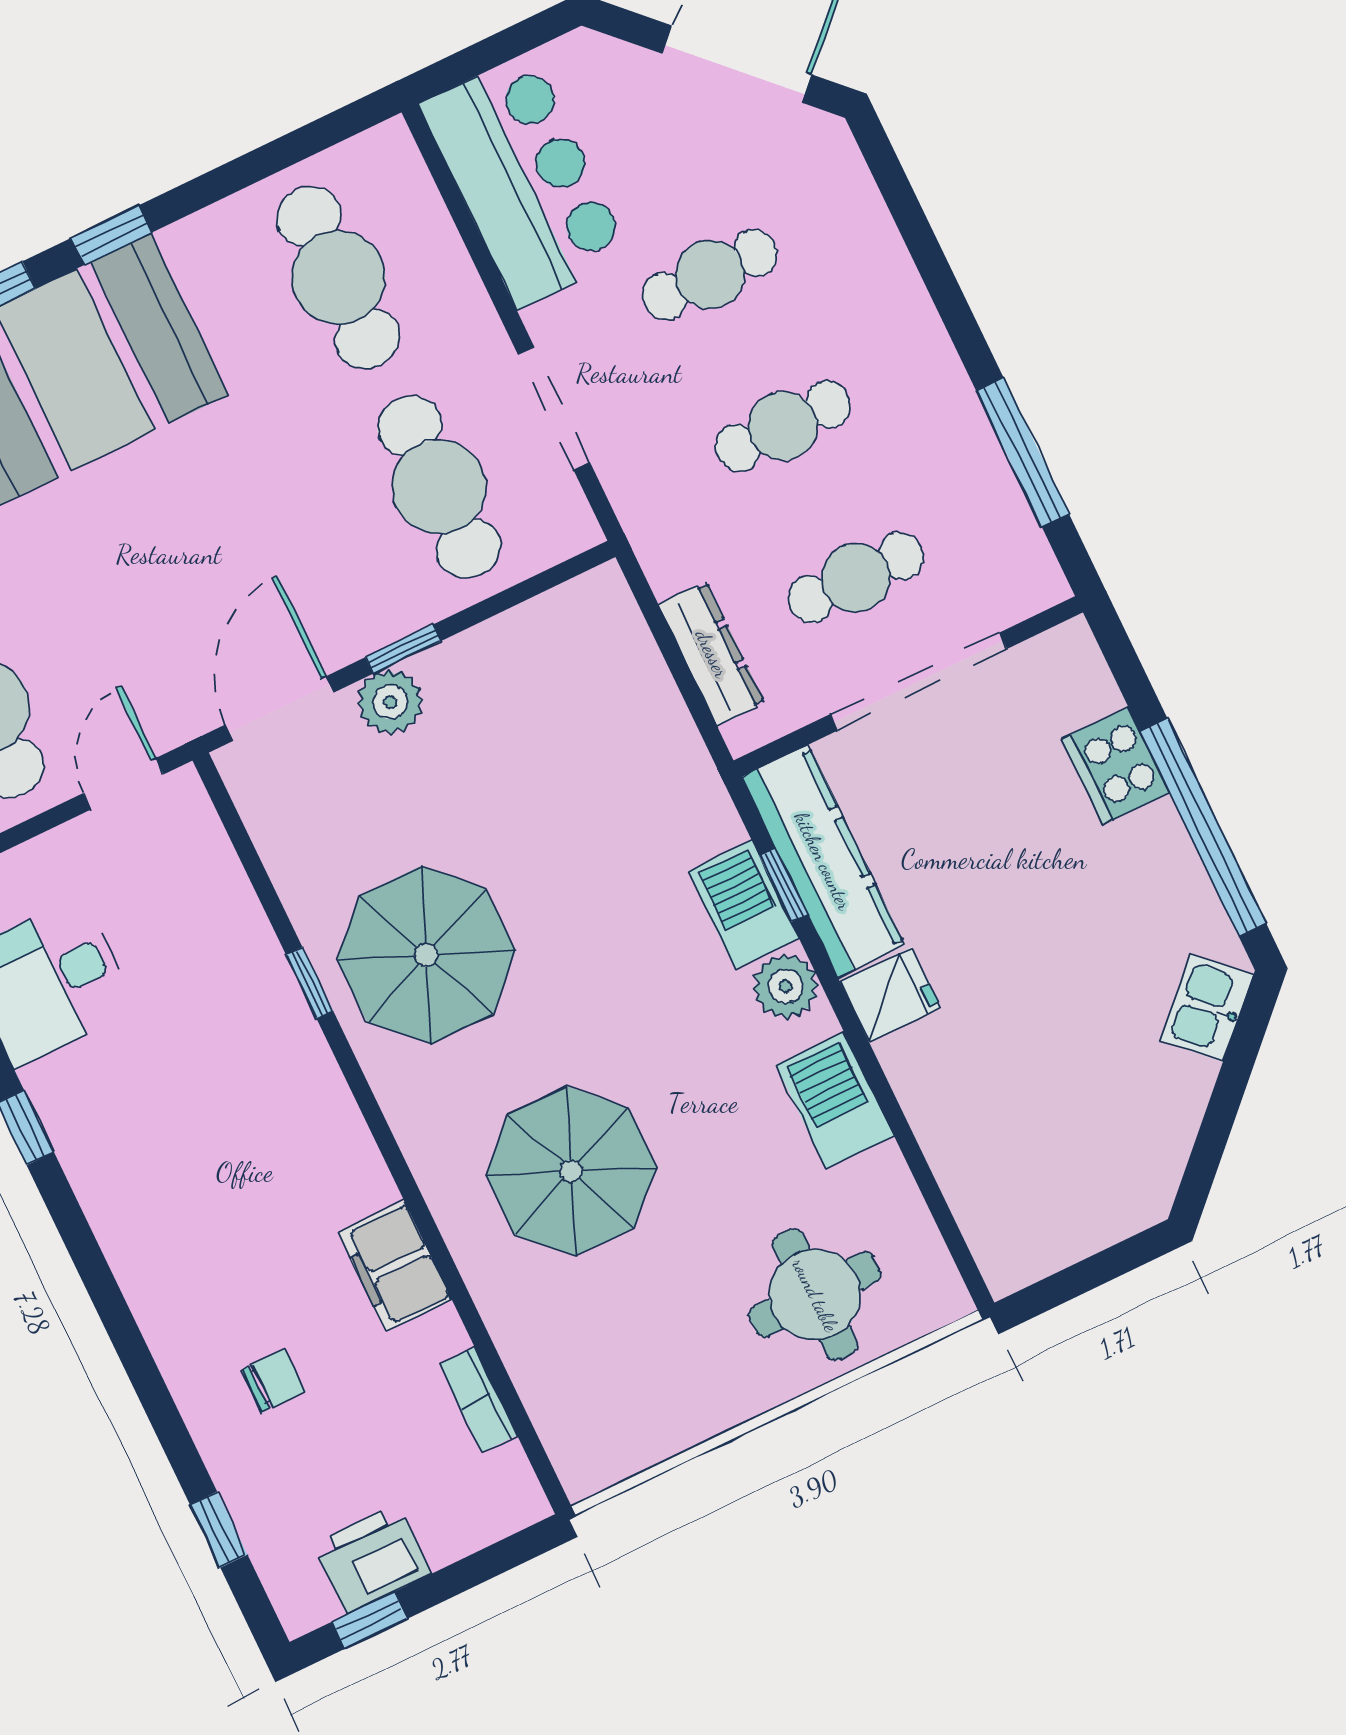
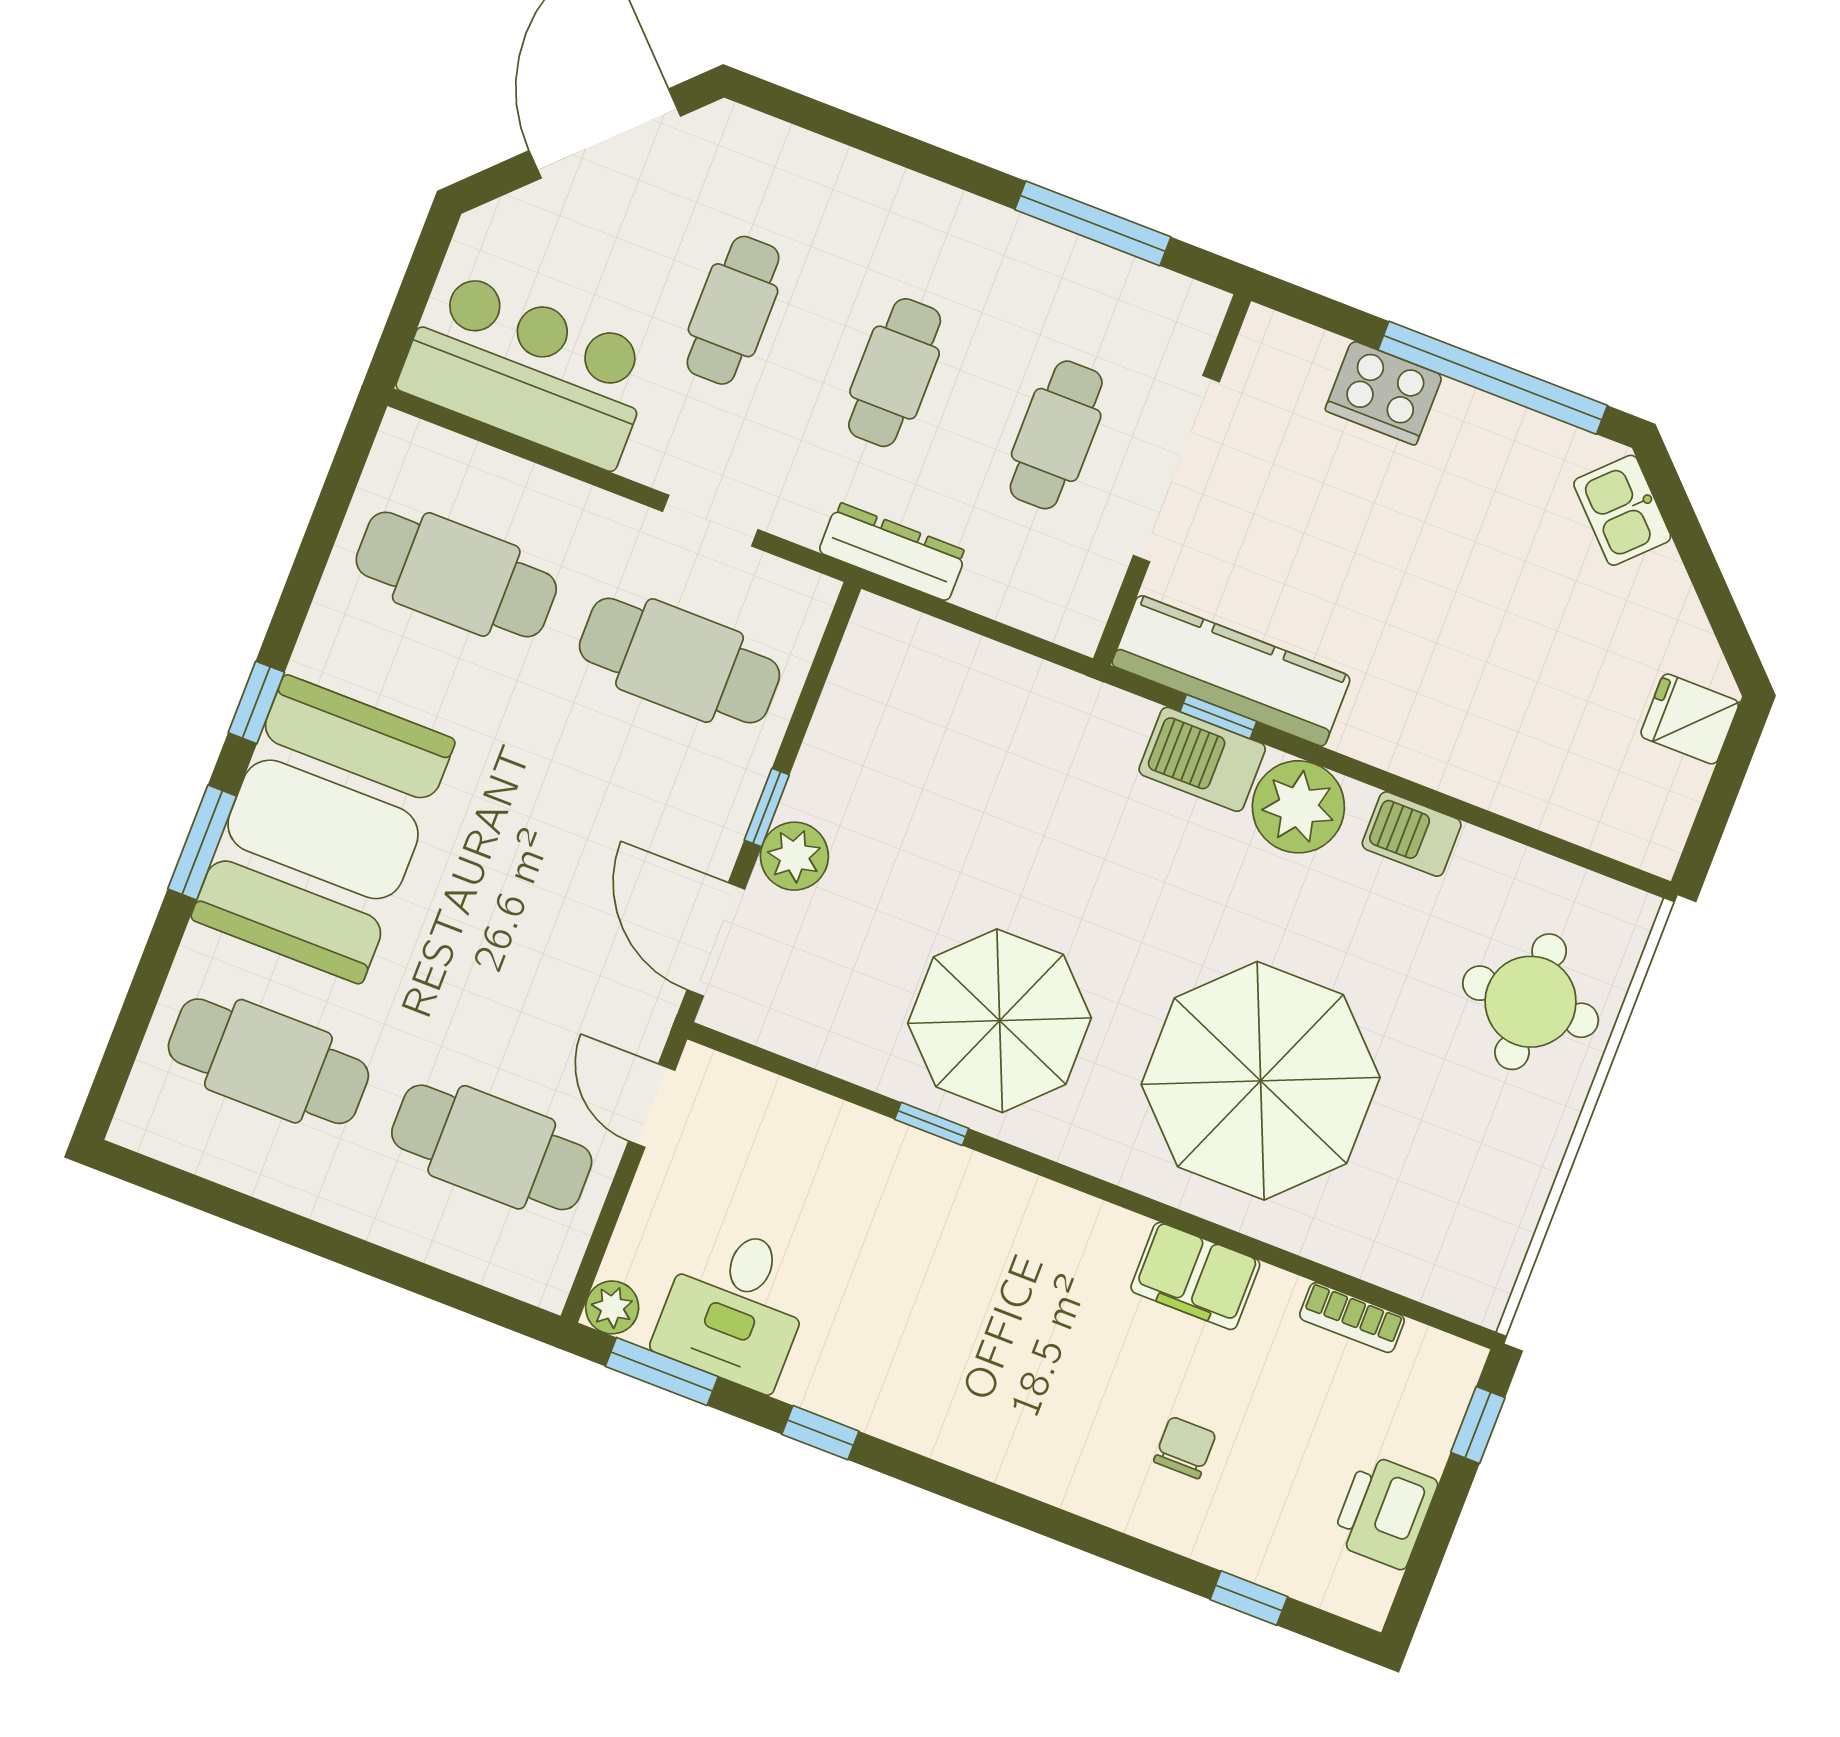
doorway: (554, 408) -> (710, 521), width x0.73
dresser: (712, 654) -> (893, 552), moved
plant: (786, 986) -> (1298, 807), width x1.36, depth x1.36
fridge: (890, 995) -> (1690, 719), moved, turned -90
barbecue: (835, 1100) -> (1412, 834), width x0.73, depth x0.79
parasol: (571, 1171) -> (1261, 1081), width x1.36, depth x1.36
window: (370, 1620) -> (1478, 1425), moved

